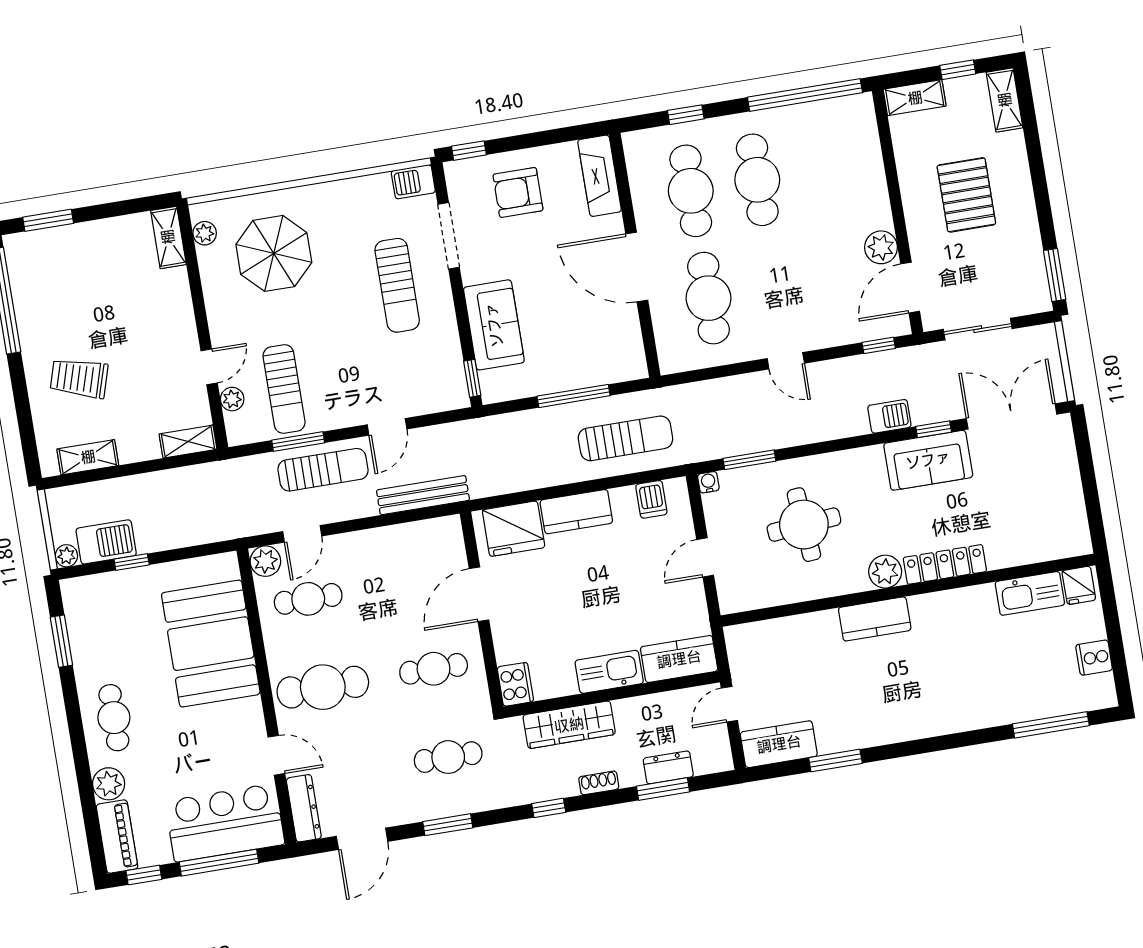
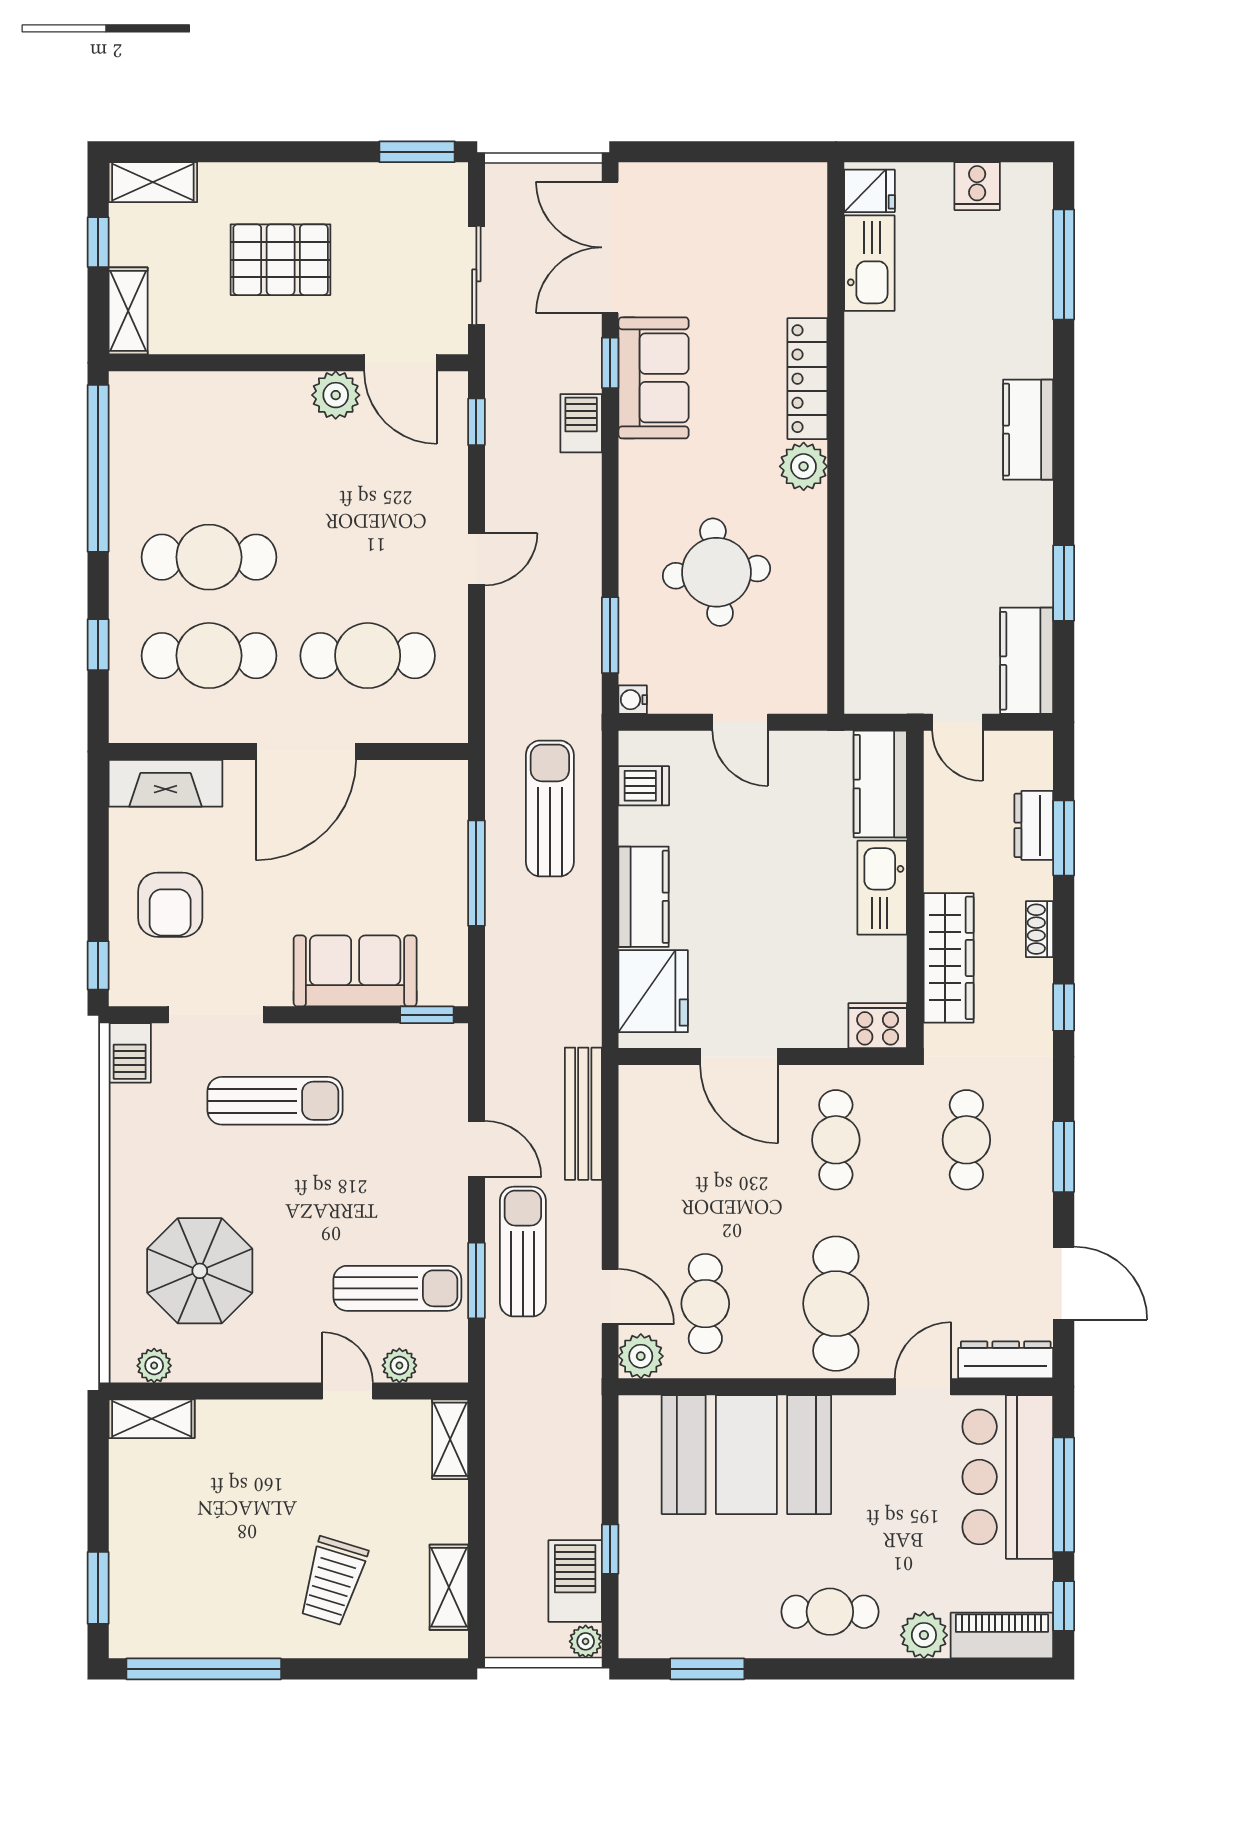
kitchen counter: (875, 619) -> (1028, 430), moved, turned 180

